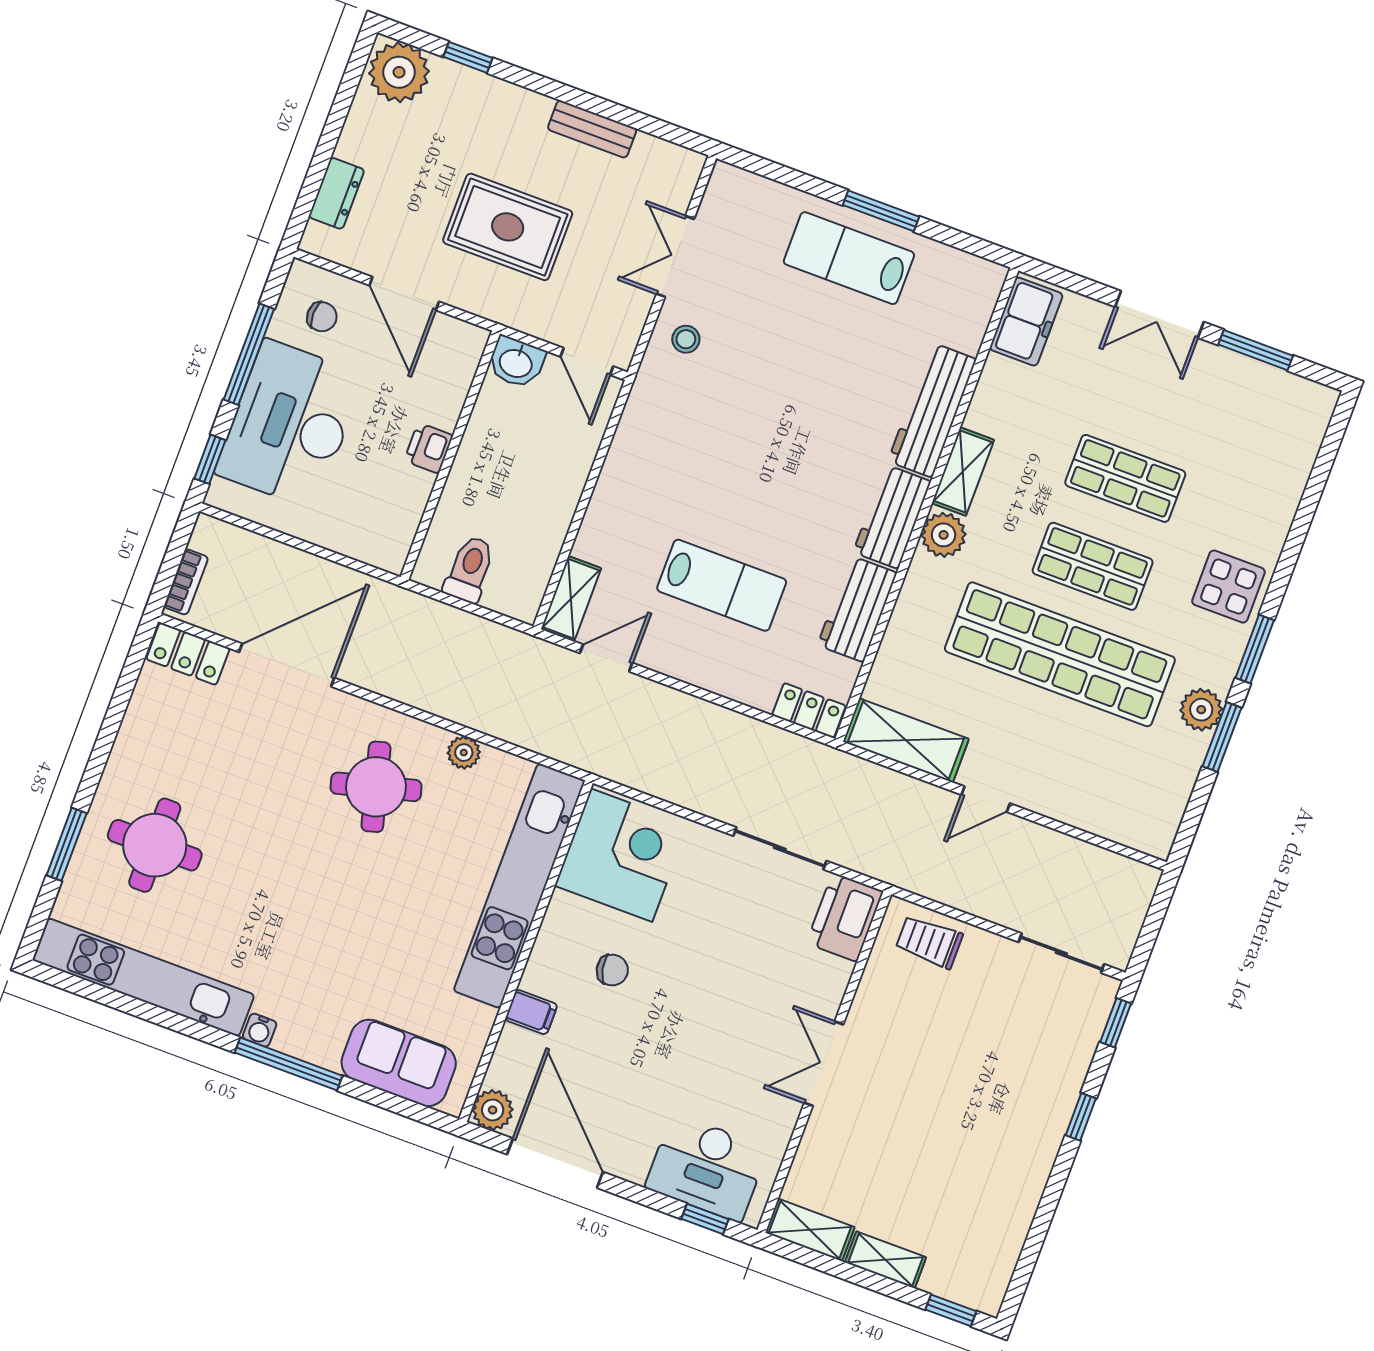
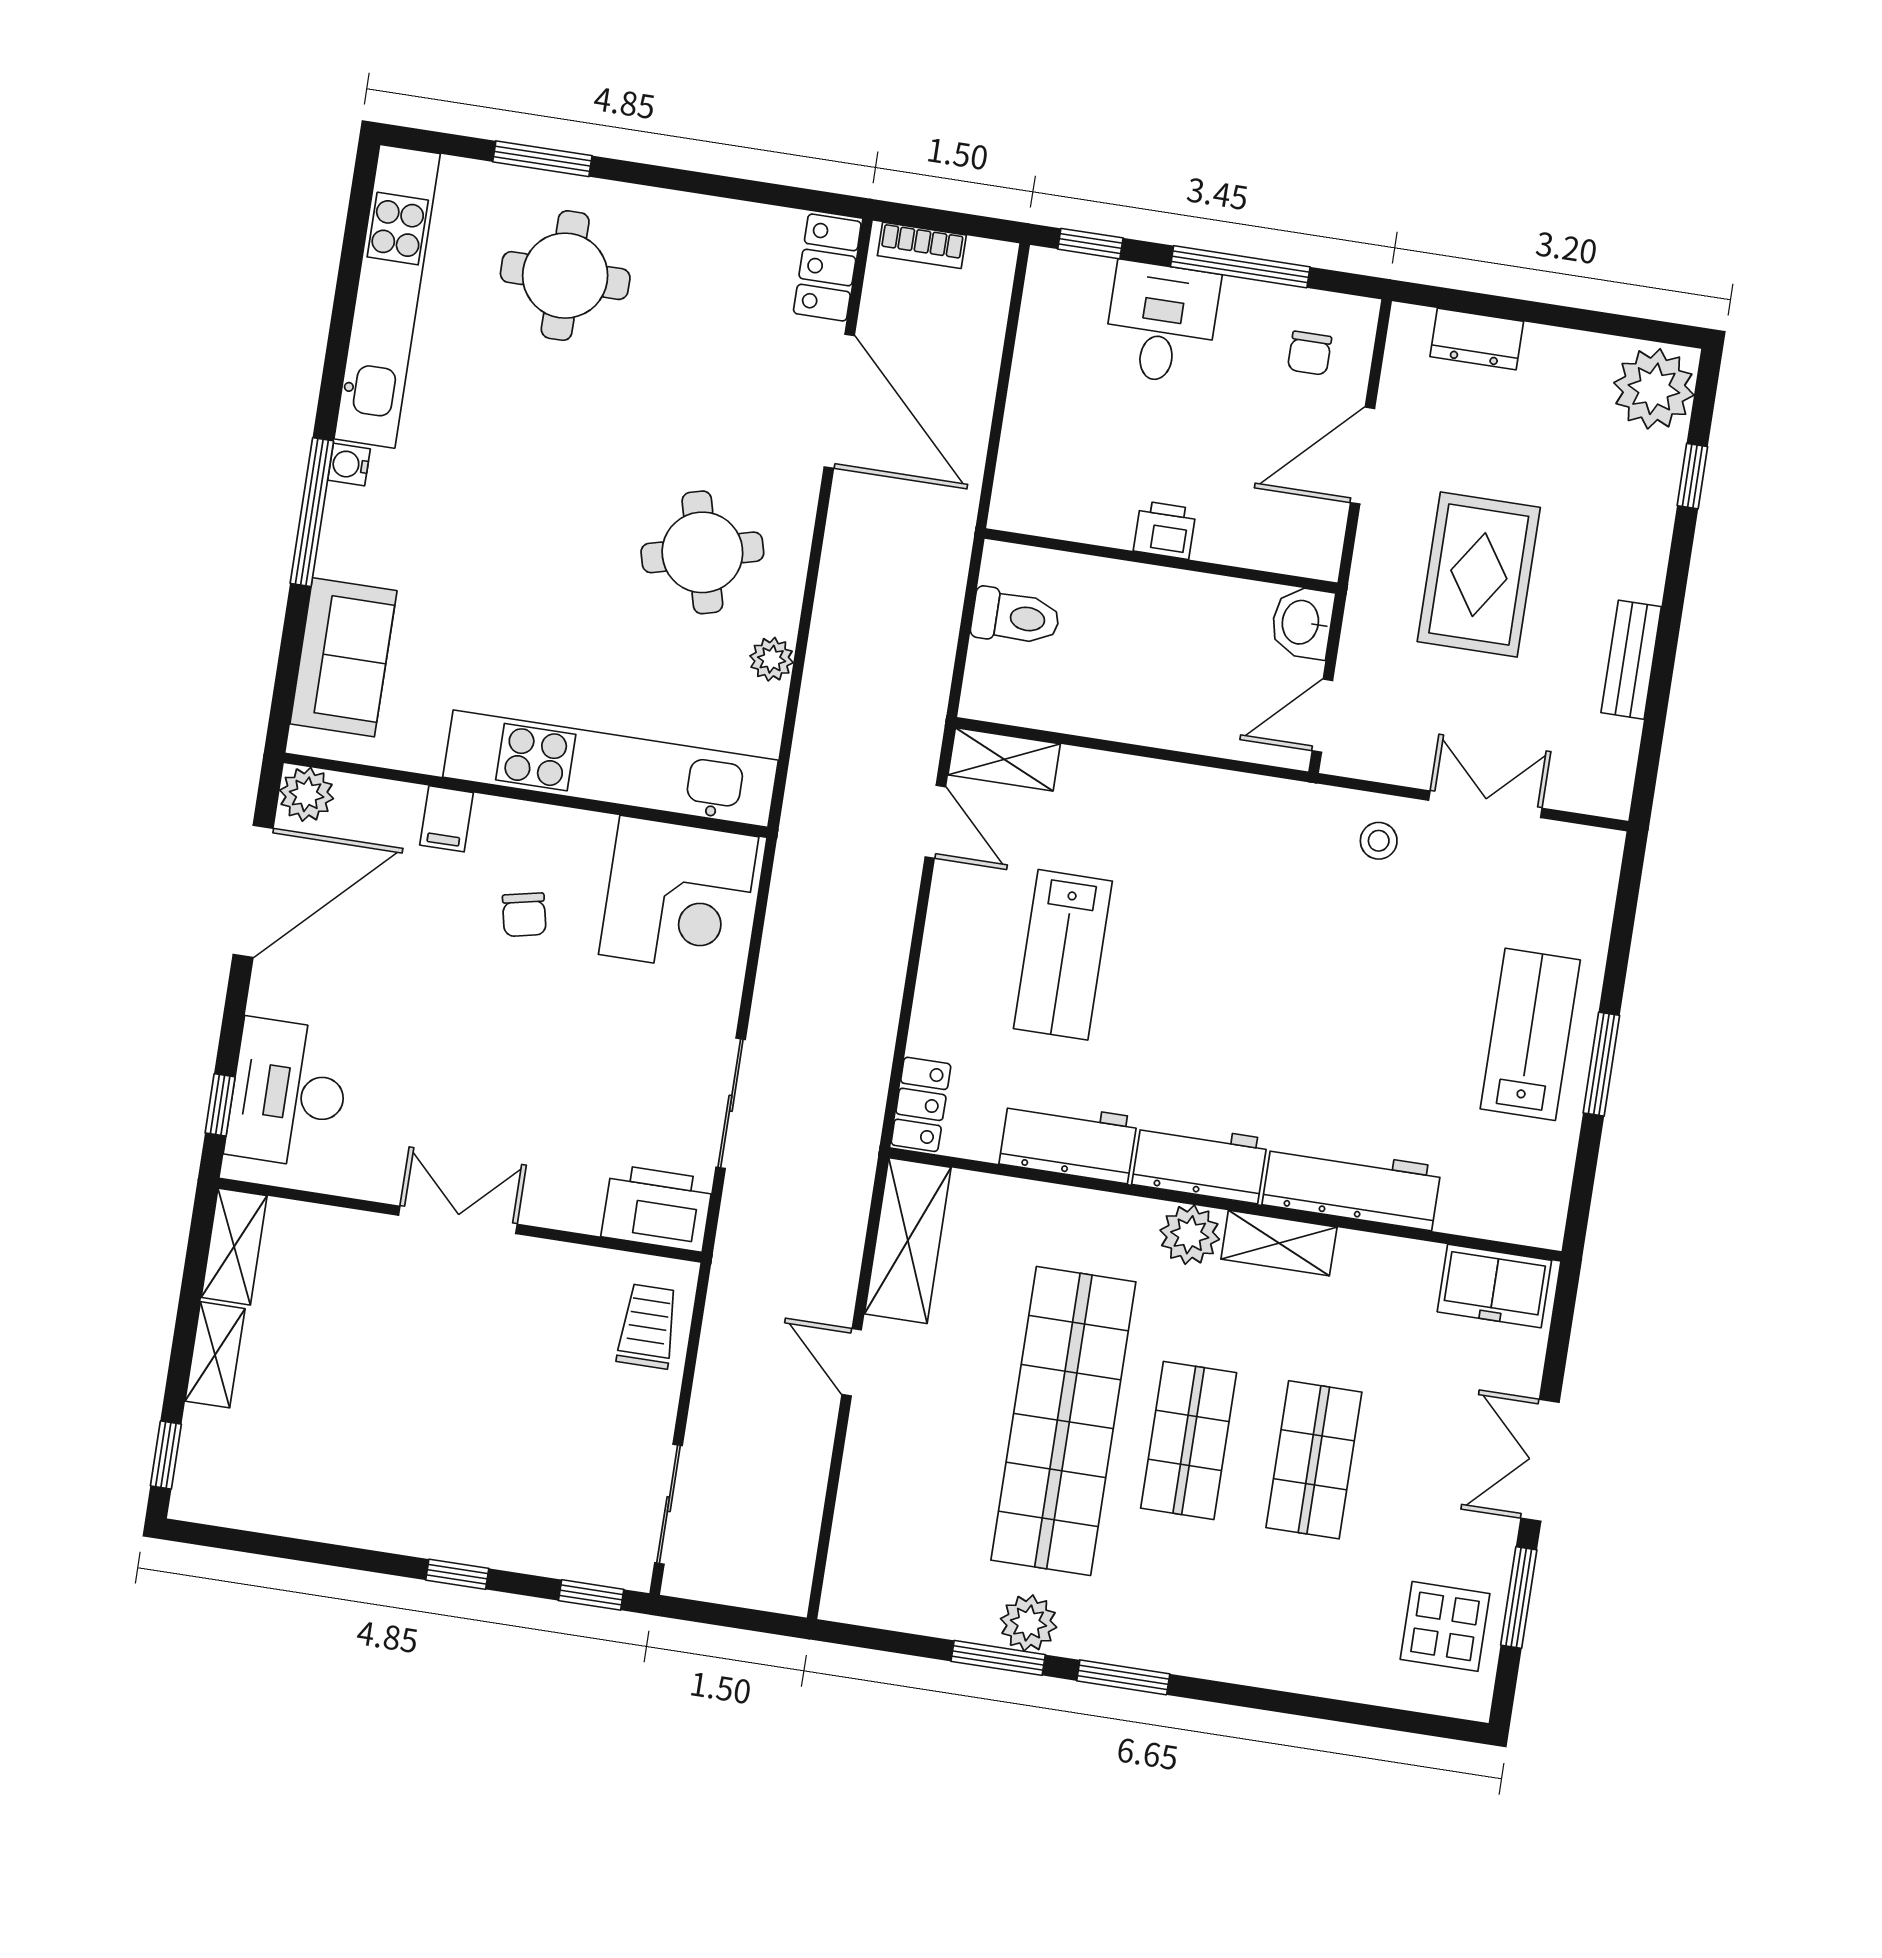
desk: (290, 424) -> (1161, 323), width x0.53, depth x0.77
display table: (1228, 587) -> (1445, 1626), moved

